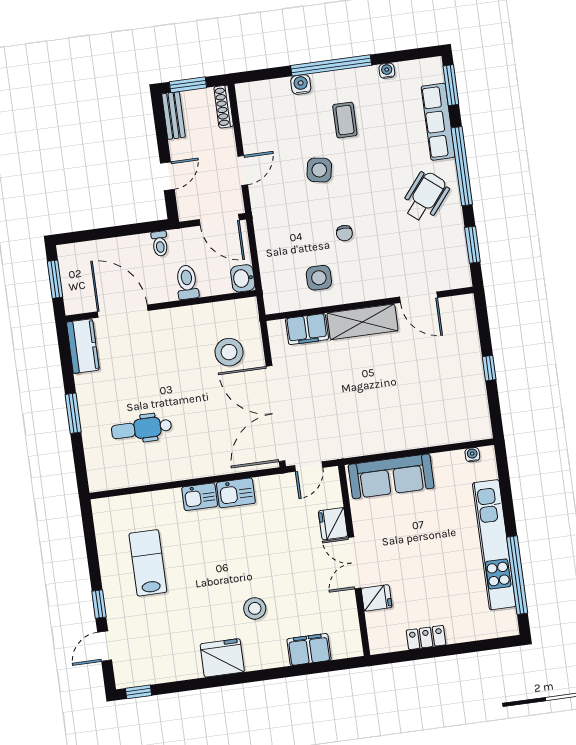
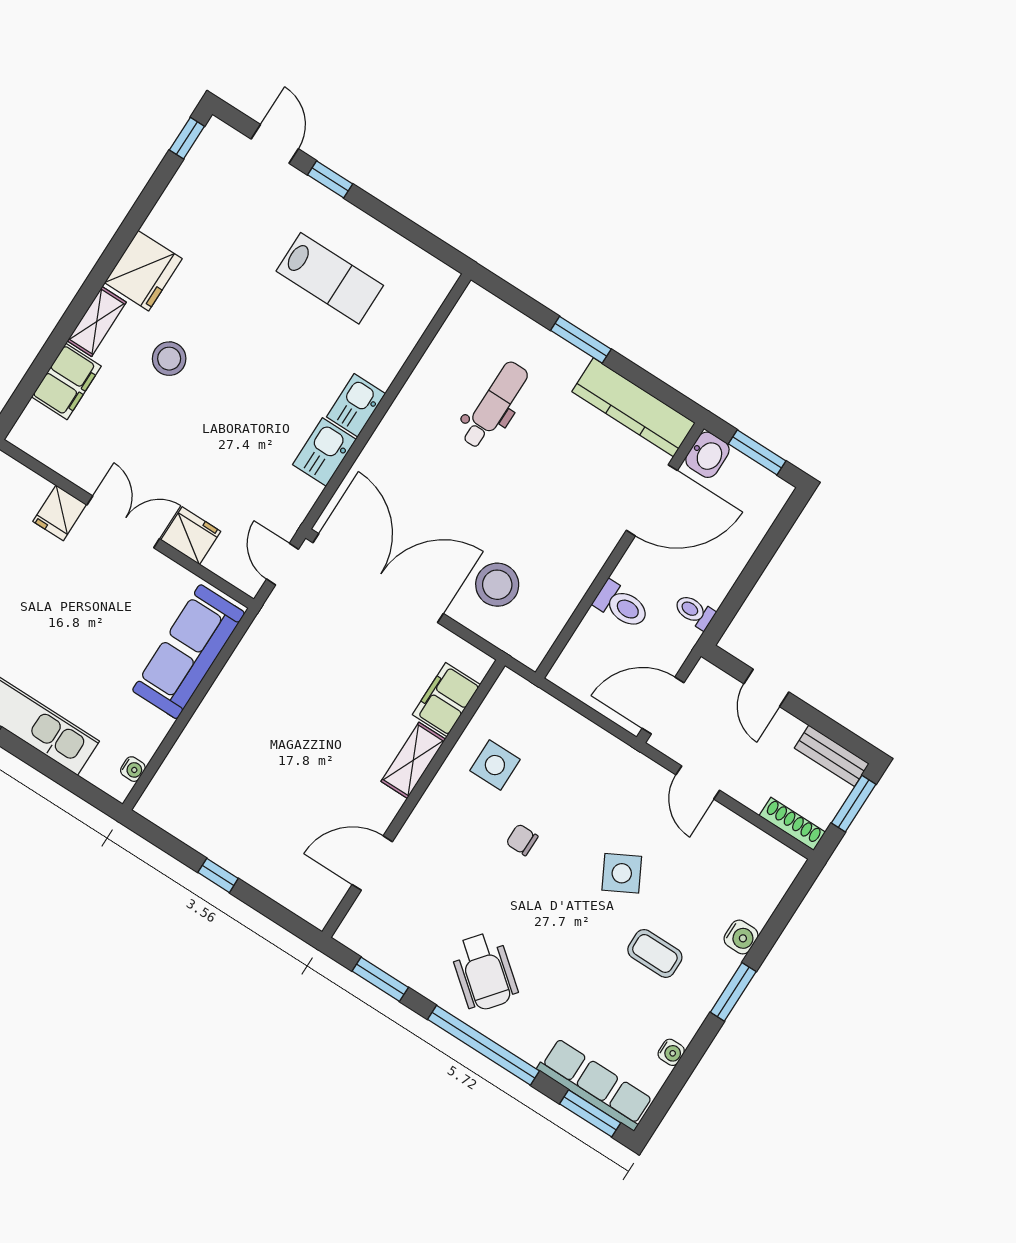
window: (331, 65) -> (733, 992), width x0.47
row of seats: (438, 122) -> (595, 1084), moved
side table: (319, 170) -> (622, 873), turned -38
washbasin: (243, 278) -> (707, 455), moved, turned 90
shelving: (362, 322) -> (413, 760), width x0.67, depth x0.75
kitchen counter: (83, 346) -> (634, 407), width x1.50
shelving: (267, 660) -> (97, 322), added

